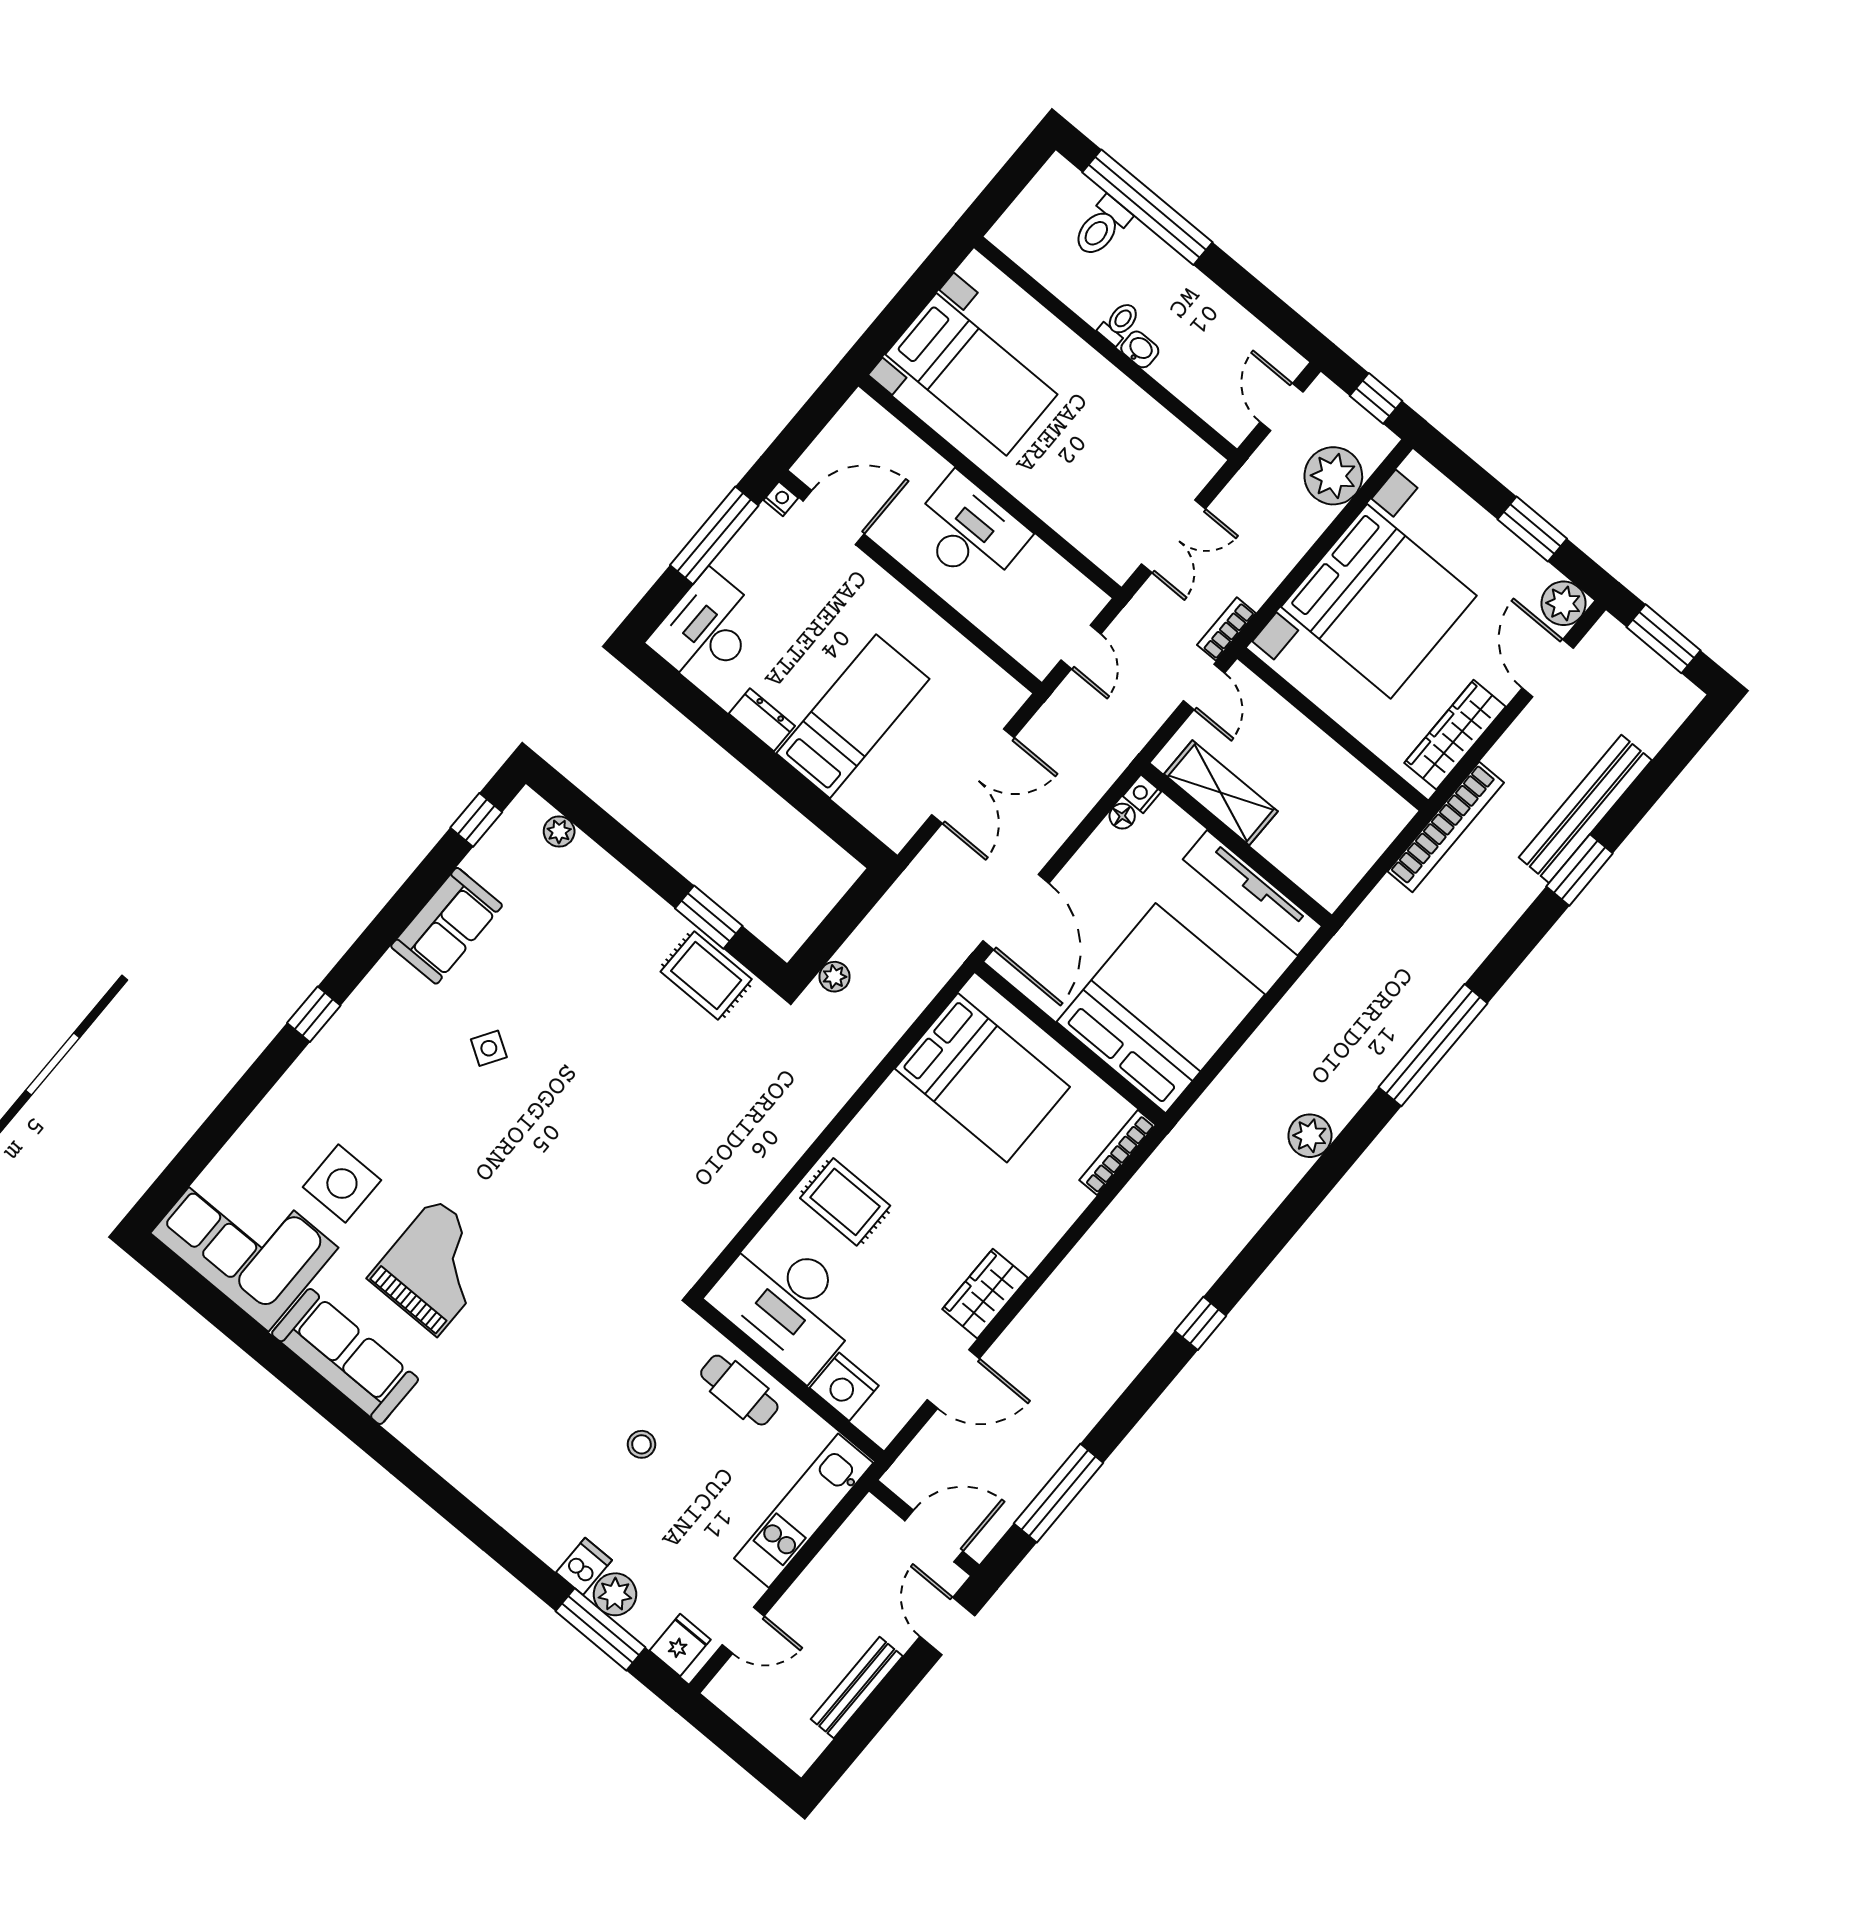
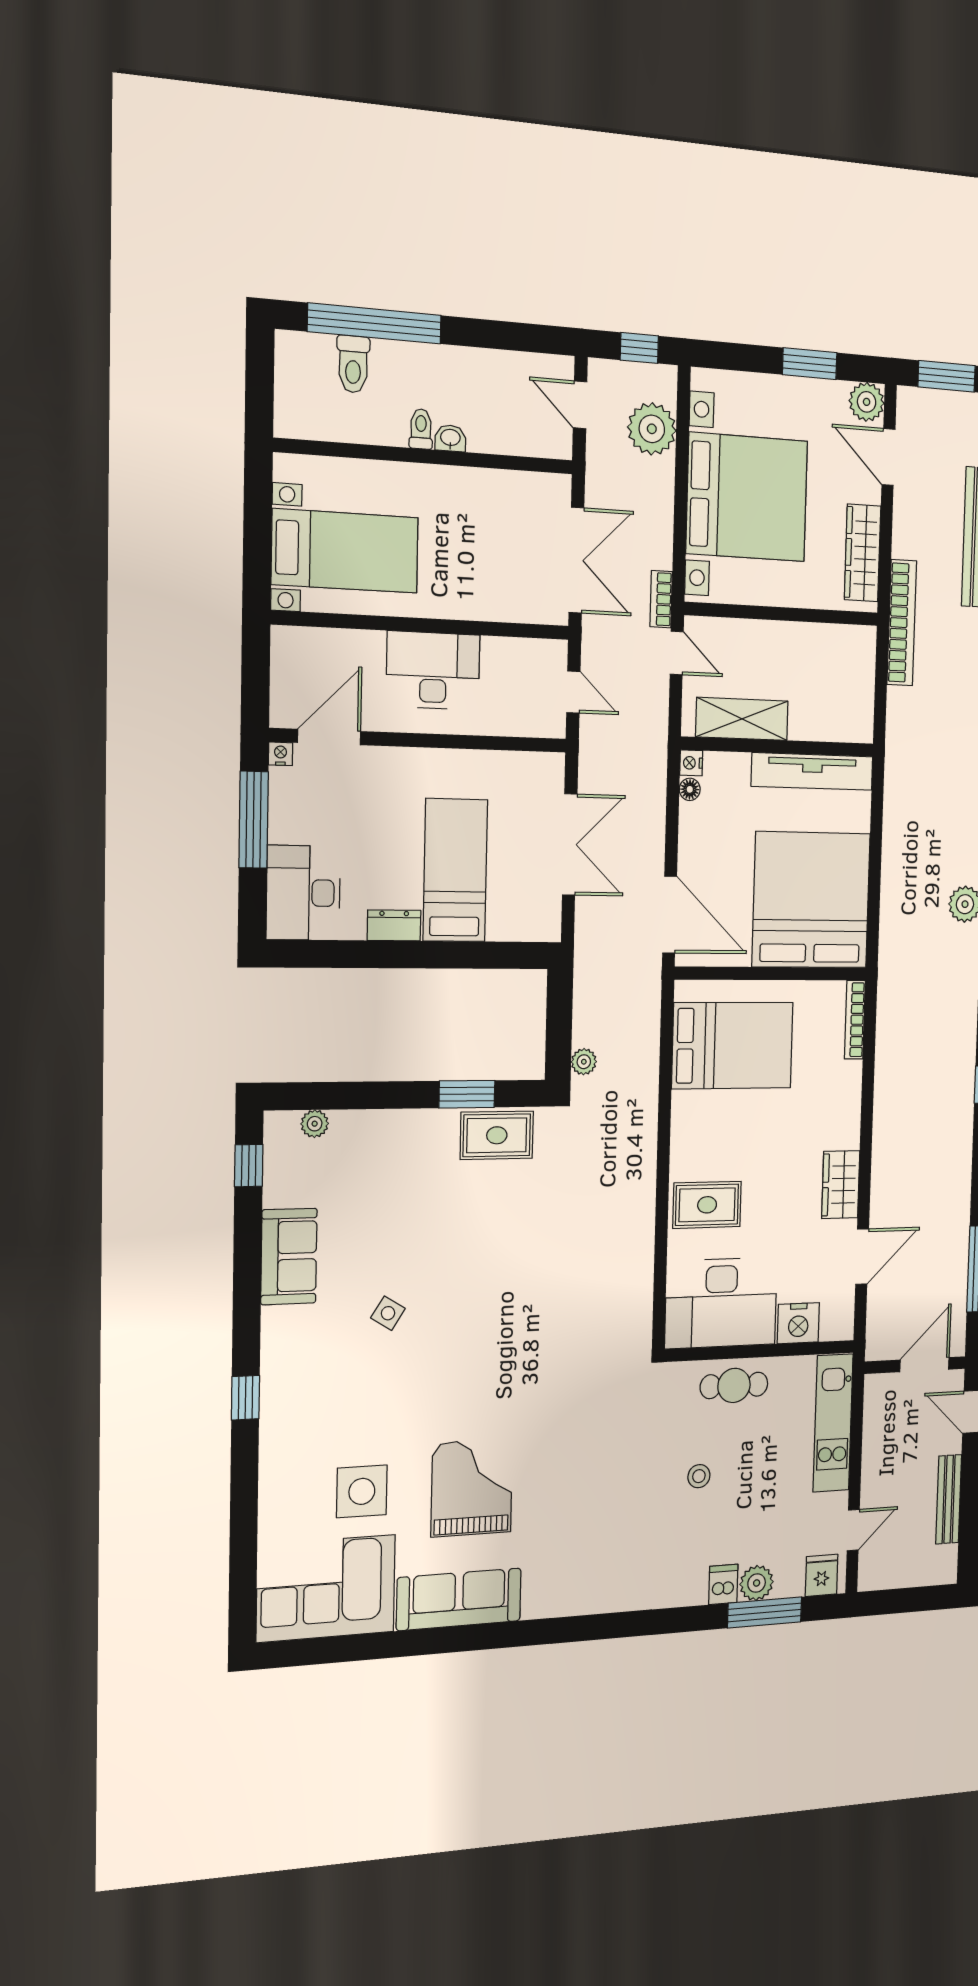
double door: (1173, 536) -> (576, 560), width x1.37

